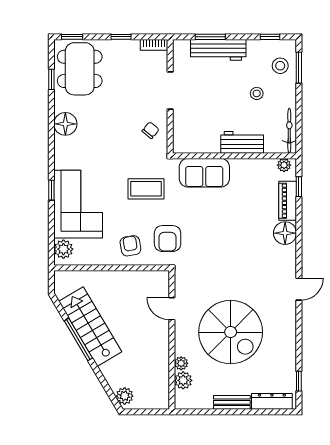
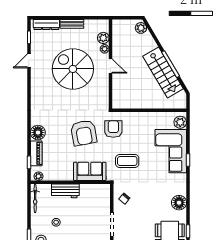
armchair: (130, 246) -> (84, 133), moved, width x1.88, depth x1.88
door: (299, 289) -> (29, 61), moved
door: (172, 309) -> (111, 66), moved

